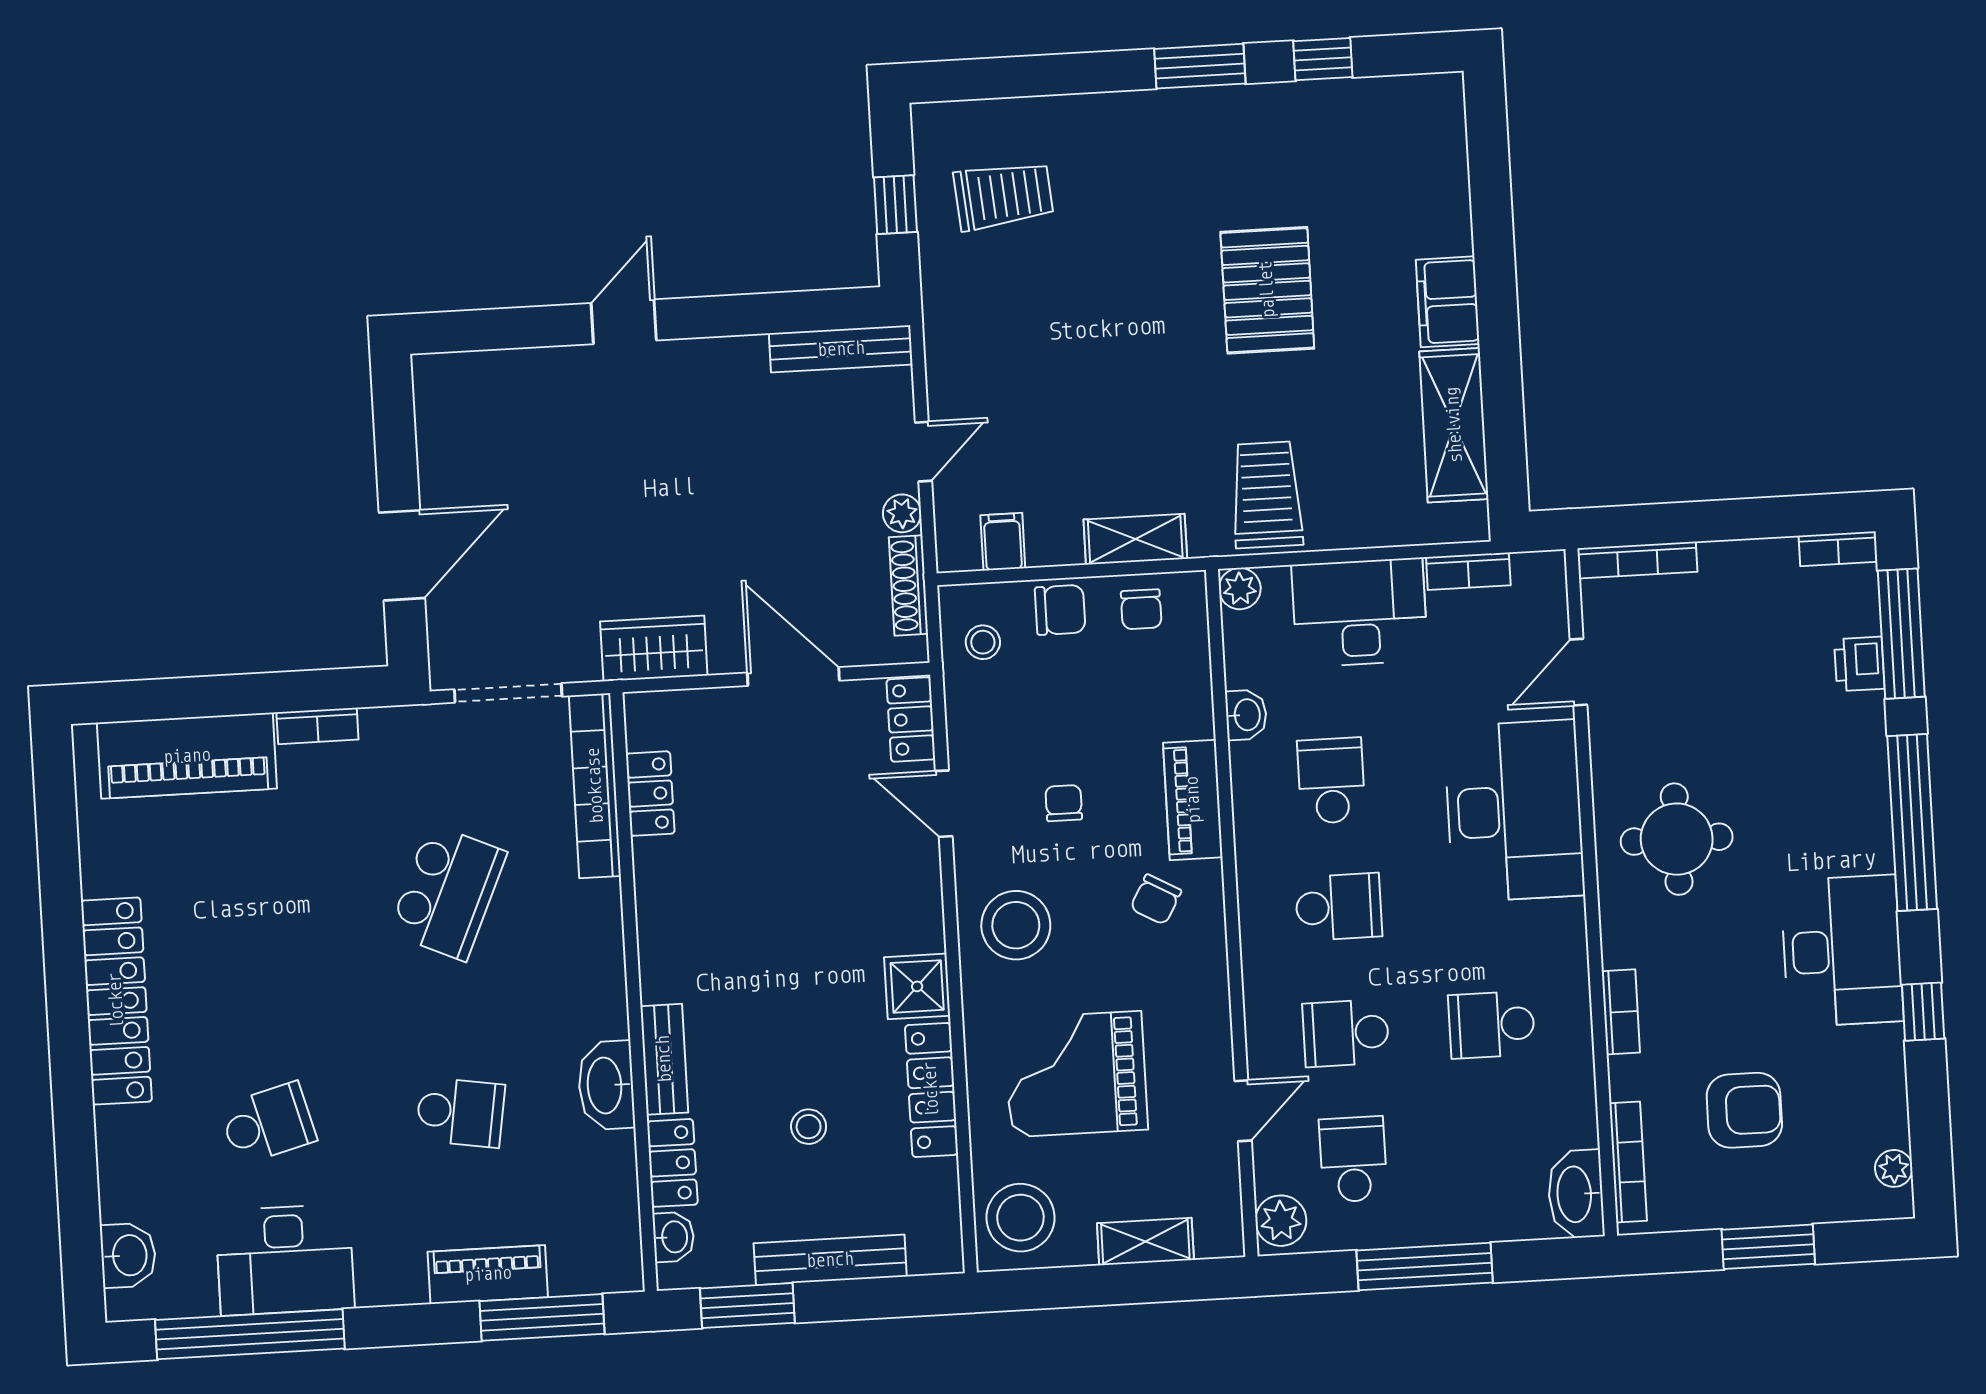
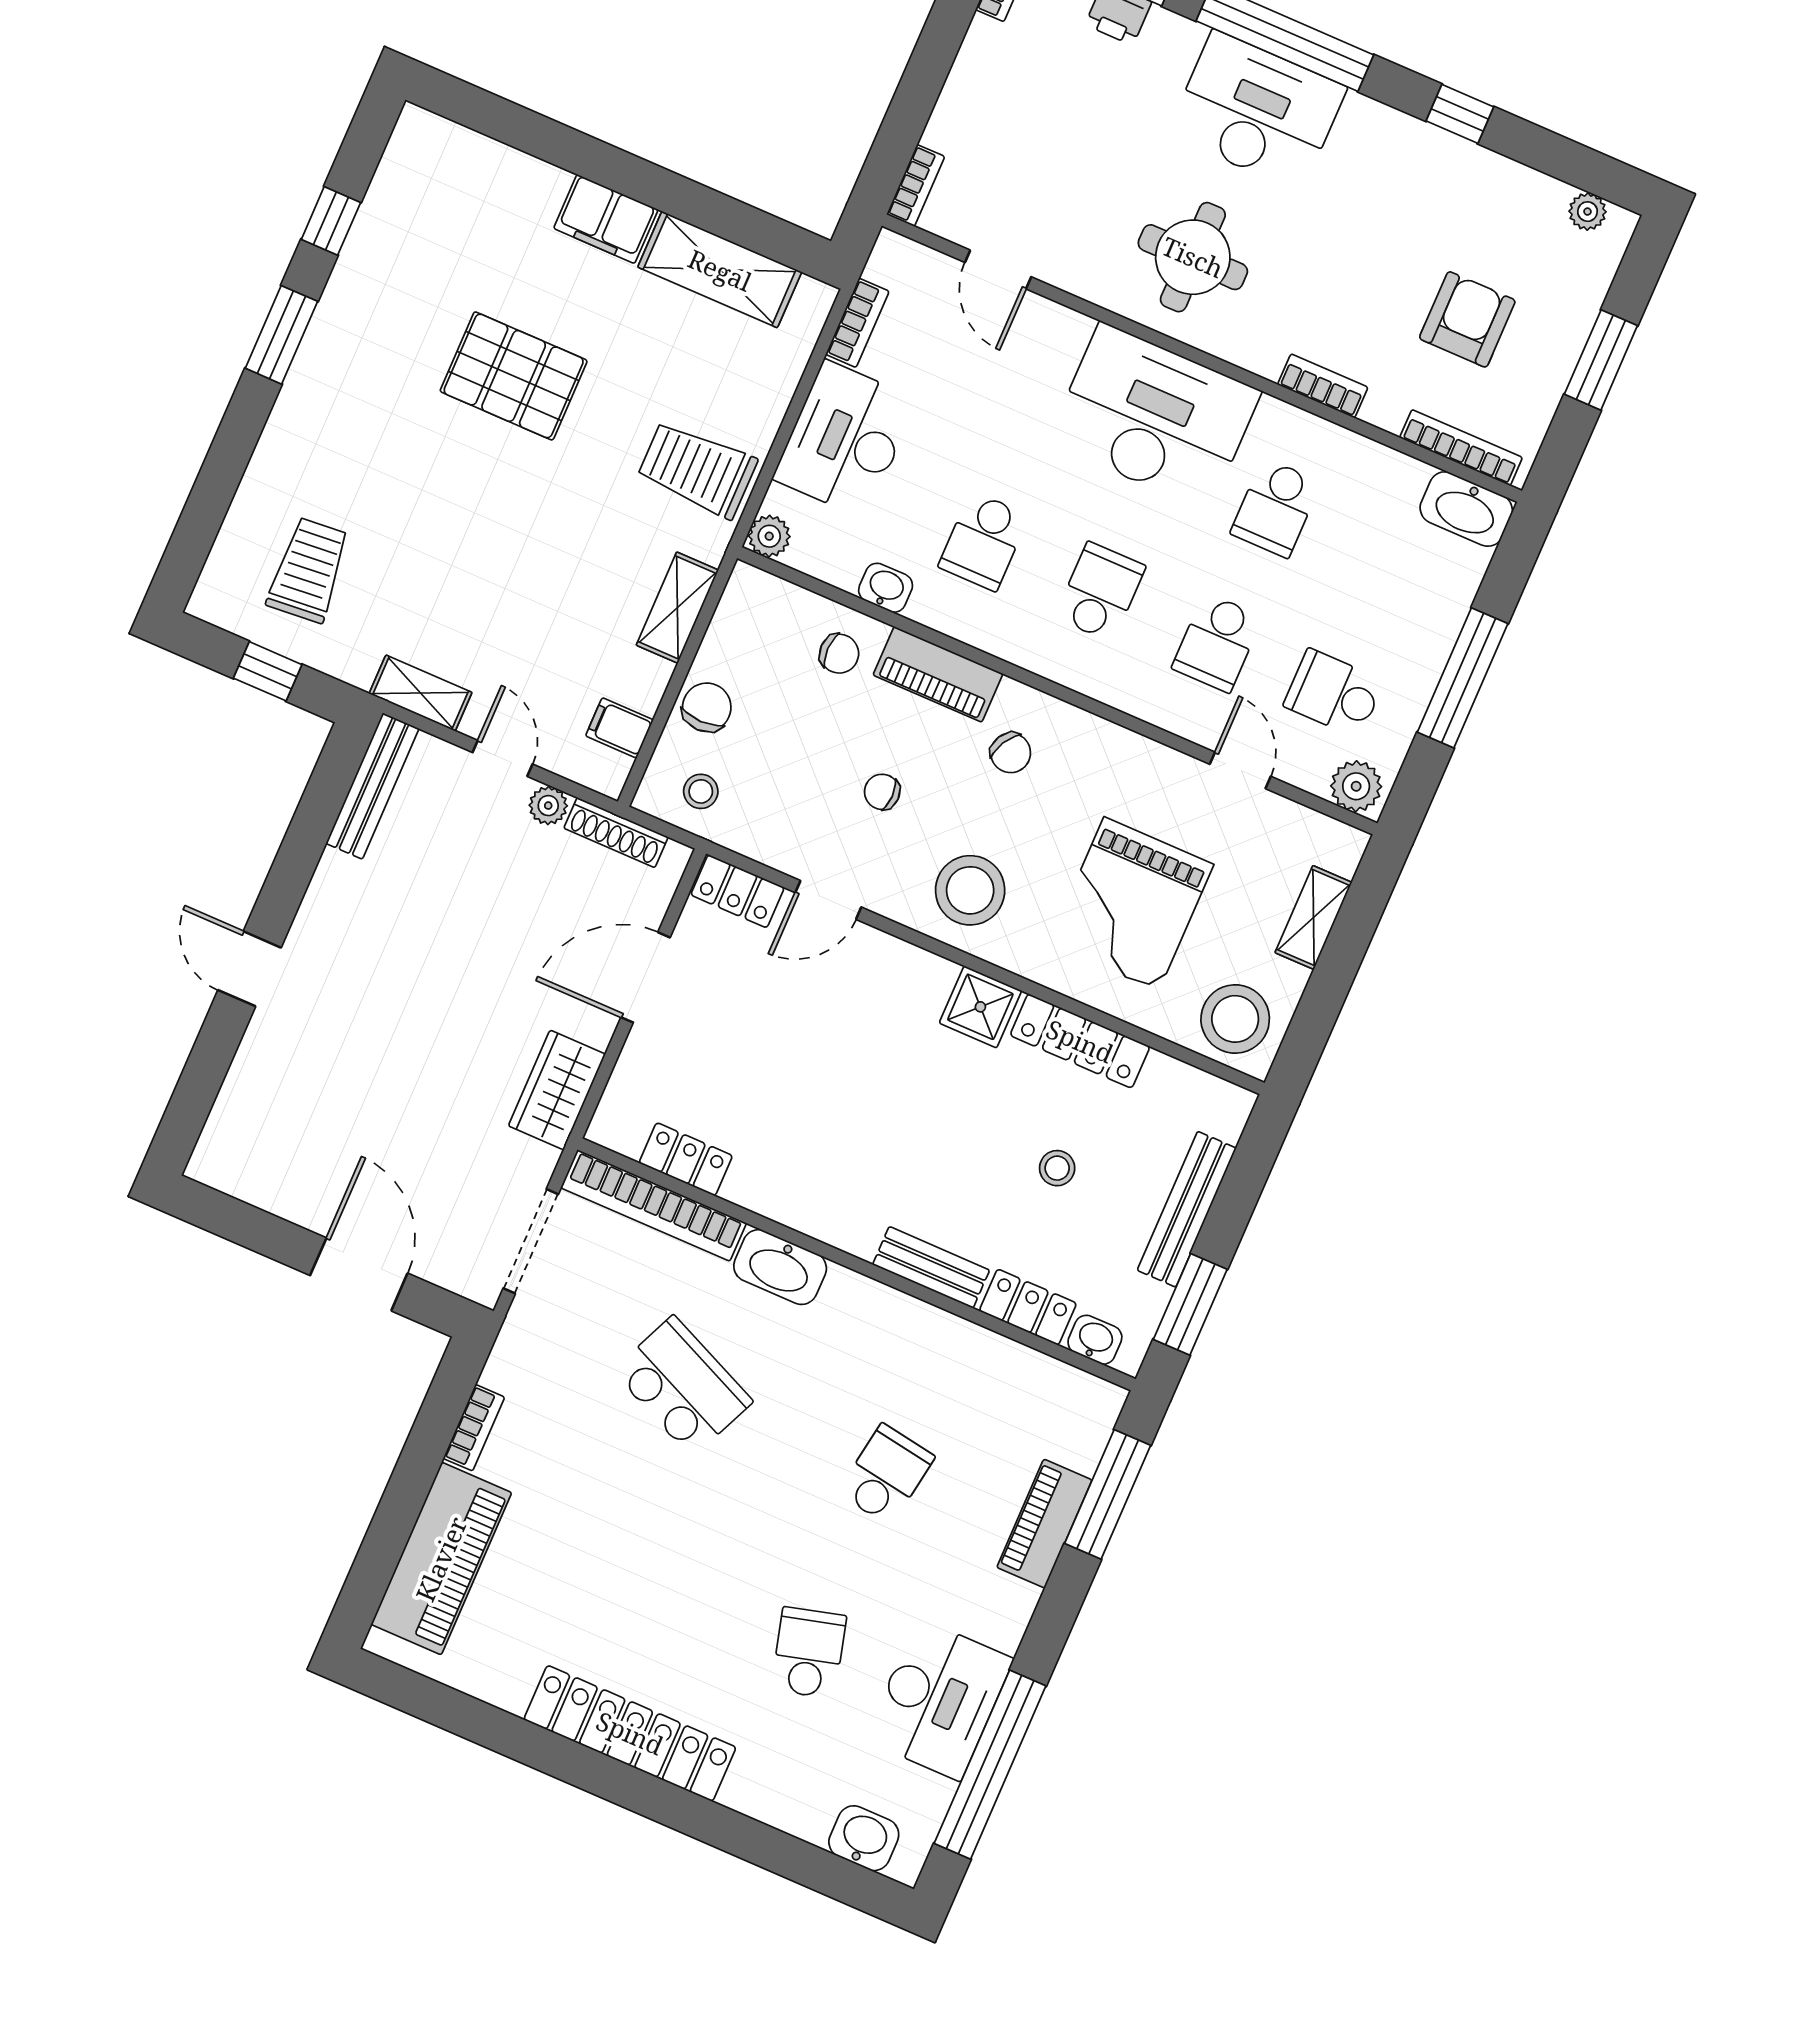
shelving: (945, 350) -> (421, 693), added
bookcase: (1637, 560) -> (916, 185), width x0.64
chair: (1141, 609) -> (839, 654), moved
school desk: (1331, 781) -> (983, 541), turned -90
desk: (1514, 811) -> (1155, 417), moved
desk: (1842, 951) -> (1257, 111), moved
washbasin: (606, 1085) -> (780, 1267), moved

